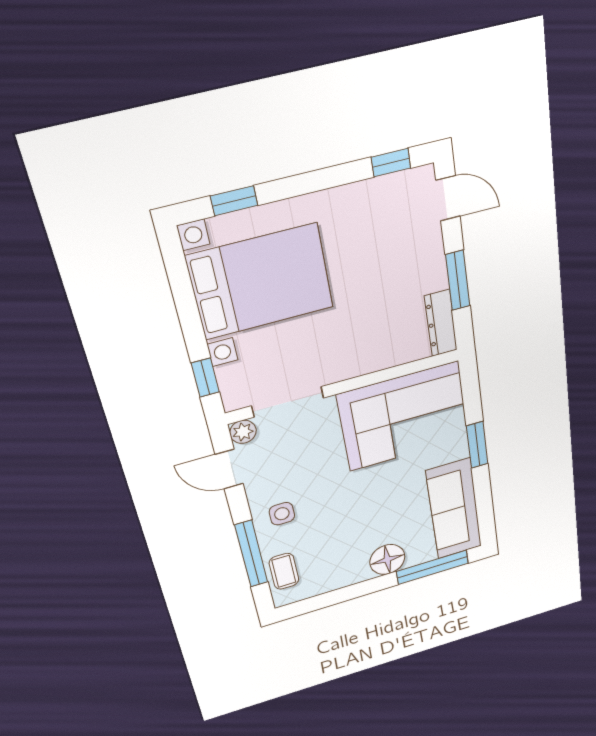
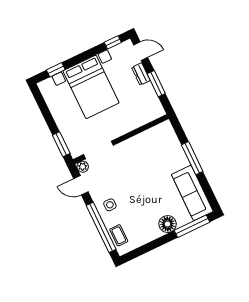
bed with nightstands: (261, 282) -> (91, 87), moved, turned 90
dresser: (441, 323) -> (141, 74), moved, width x0.70
window: (205, 378) -> (61, 144), width x1.50
corner sofa: (404, 416) -> (152, 149), removed
window: (477, 445) -> (192, 158), width x1.44
window: (251, 554) -> (101, 227), width x1.46

